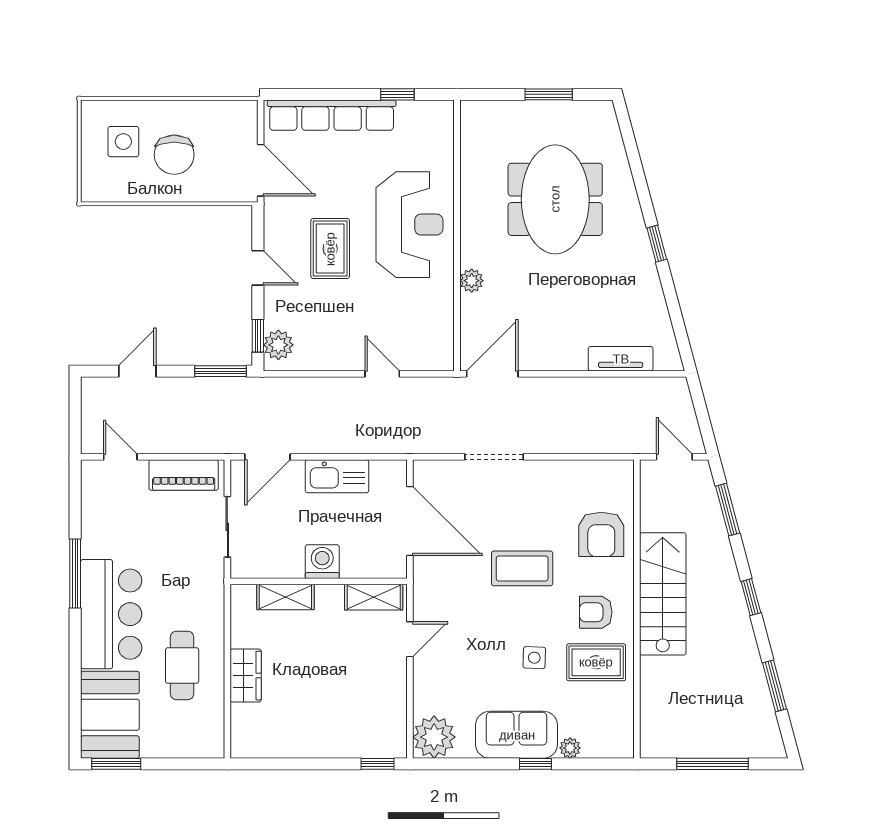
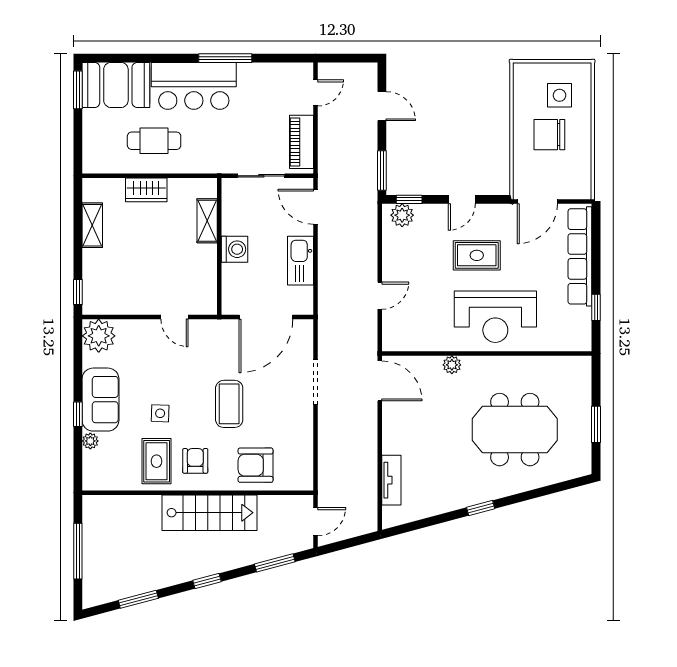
shelving: (374, 597) -> (92, 225), moved

